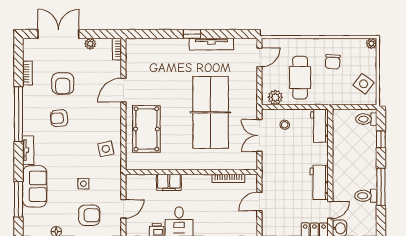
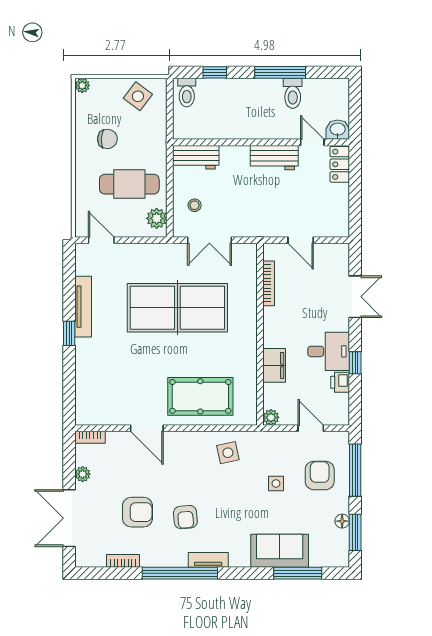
tv unit: (28, 150) -> (208, 560), moved
plant: (131, 180) -> (271, 417), added

